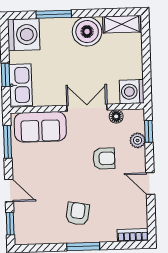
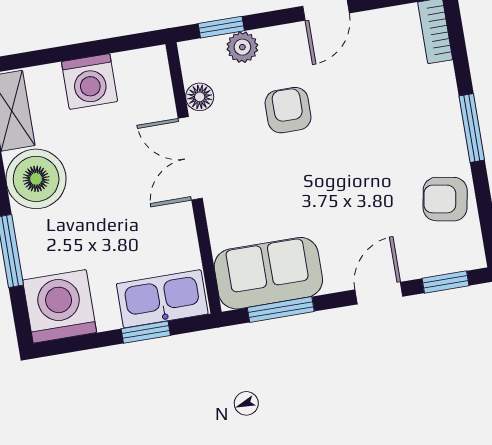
washing machine: (132, 92) -> (90, 81), moved
sofa: (40, 127) -> (268, 273), moved, turned -90
armchair: (78, 214) -> (445, 199), moved

